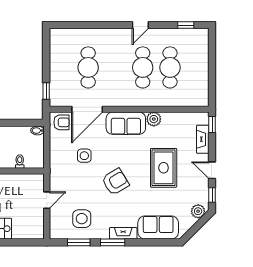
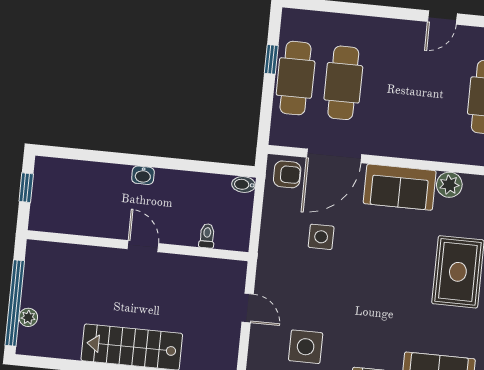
cafe table: (143, 67) -> (296, 78), moved
window: (46, 91) -> (271, 59), moved
armchair: (115, 182) -> (371, 288), removed
door: (47, 200) -> (248, 308), hinge flipped

